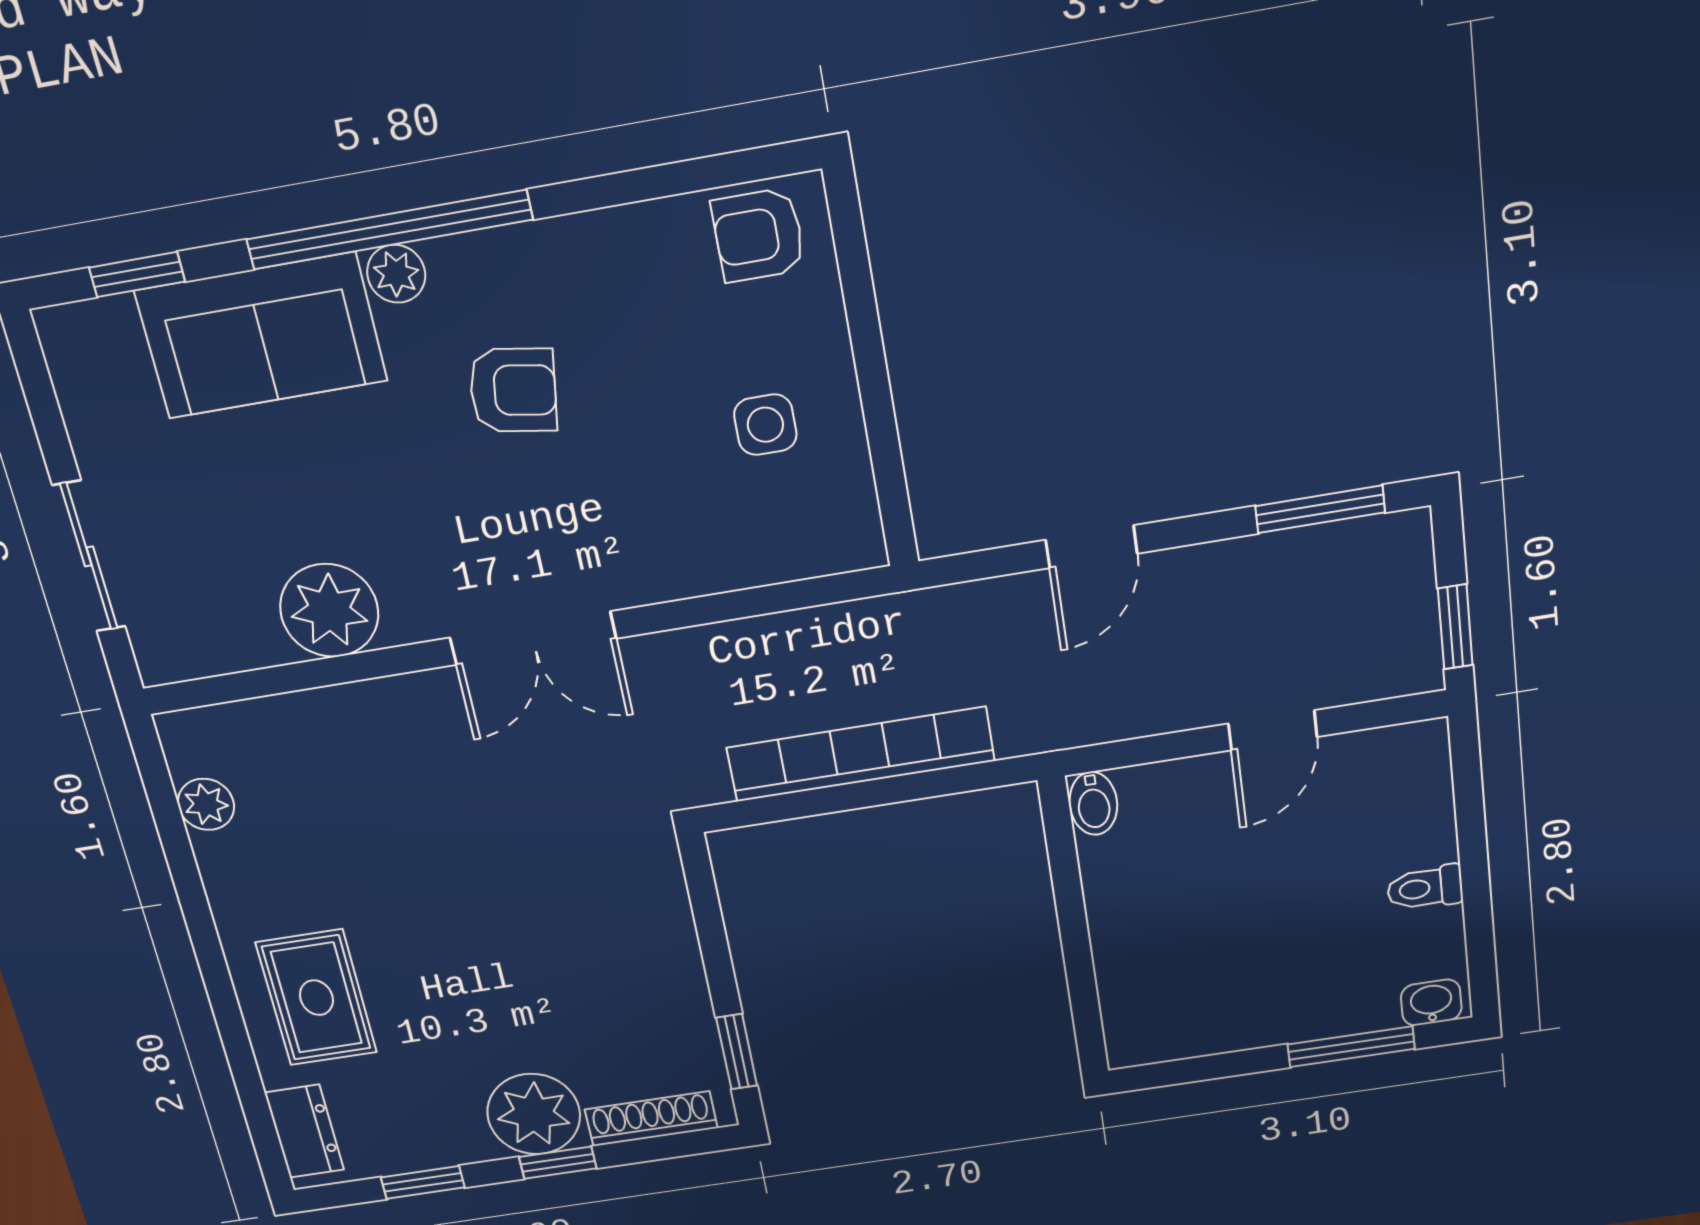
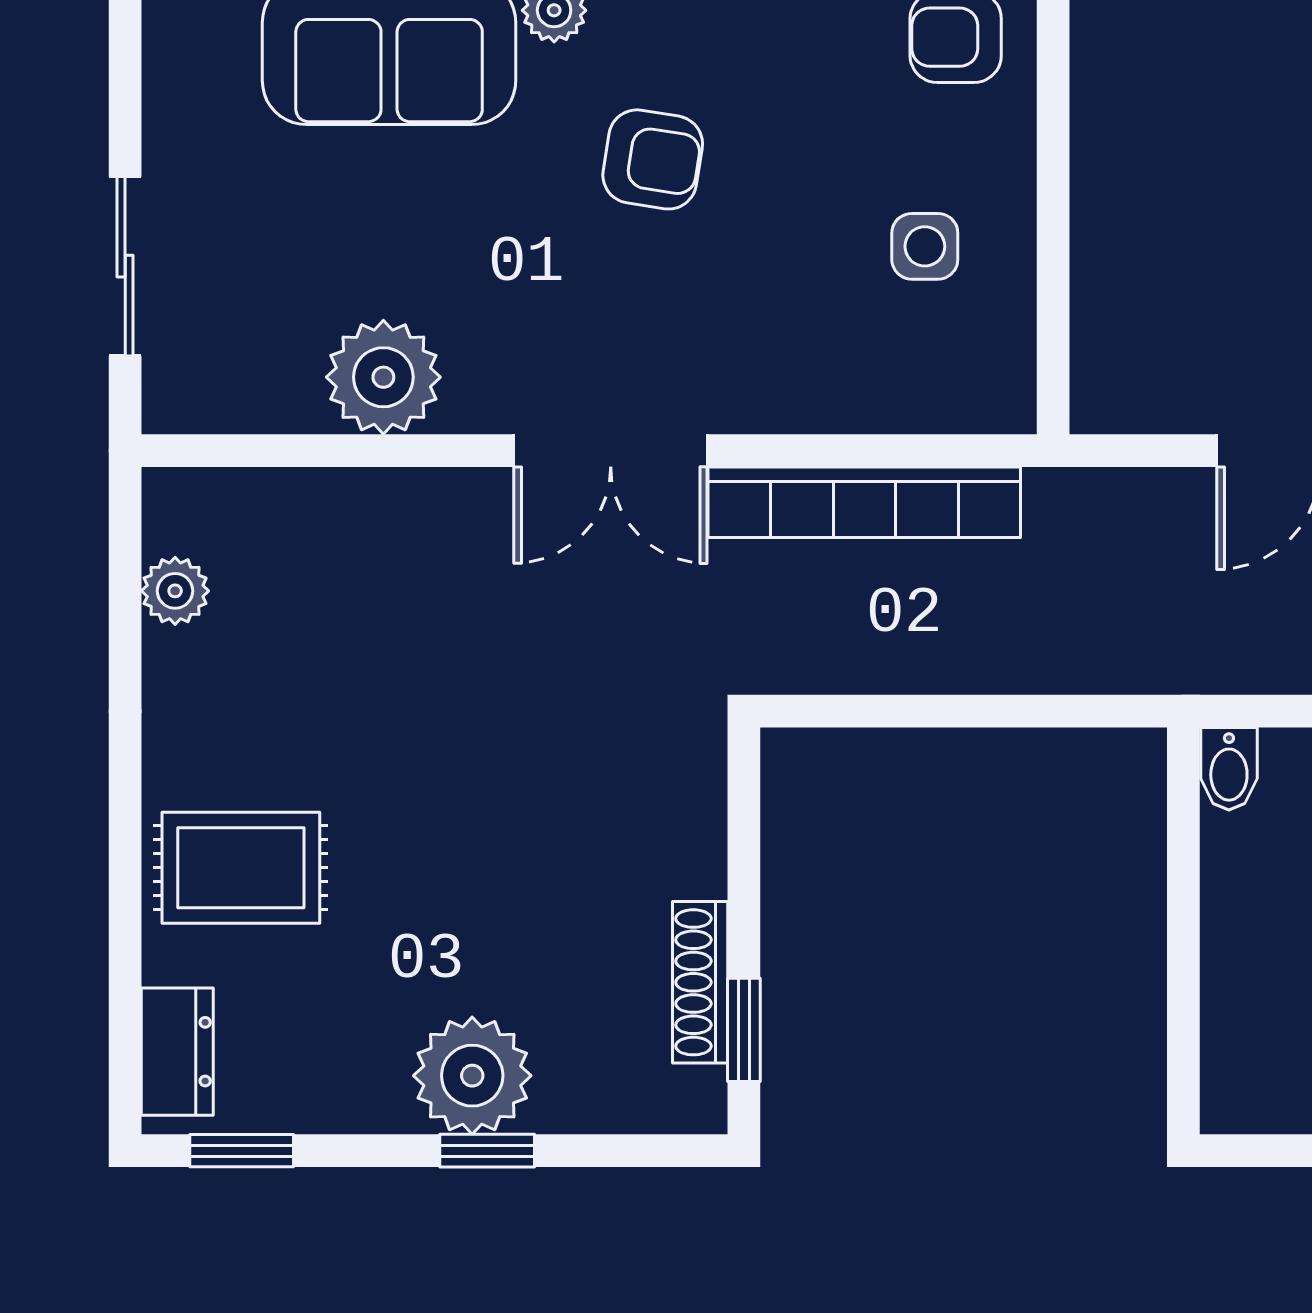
bookcase: (861, 754) -> (864, 502), moved, turned 180
rug: (316, 998) -> (241, 868), turned 90
shoe rack: (651, 1119) -> (700, 982), moved, turned -90
window: (423, 1182) -> (242, 1151), moved

